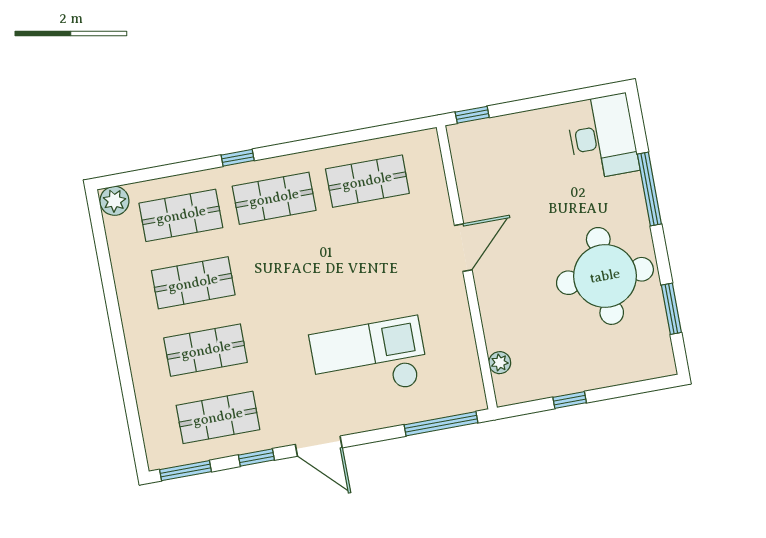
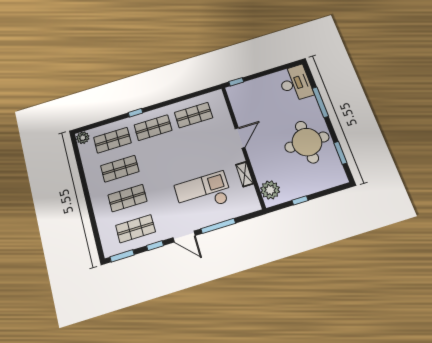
shelving: (462, 329) -> (245, 174), added
plant: (500, 363) -> (270, 190), width x1.87, depth x1.87
window: (441, 424) -> (218, 226), moved

